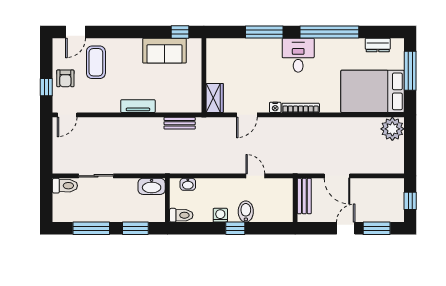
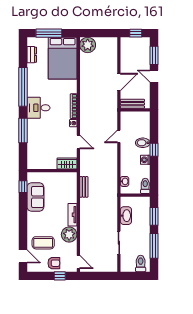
plant: (108, 101) -> (69, 235), added
toilet: (65, 186) -> (141, 263), moved
washbasin: (152, 186) -> (126, 216), moved

